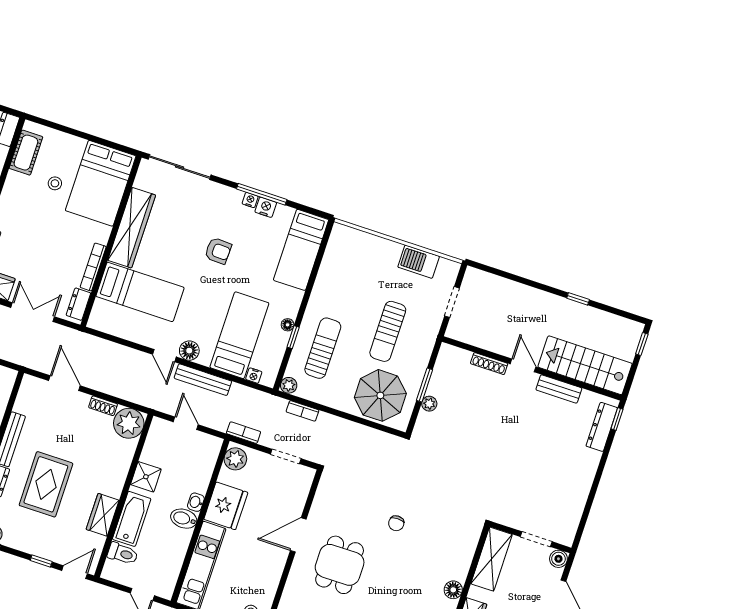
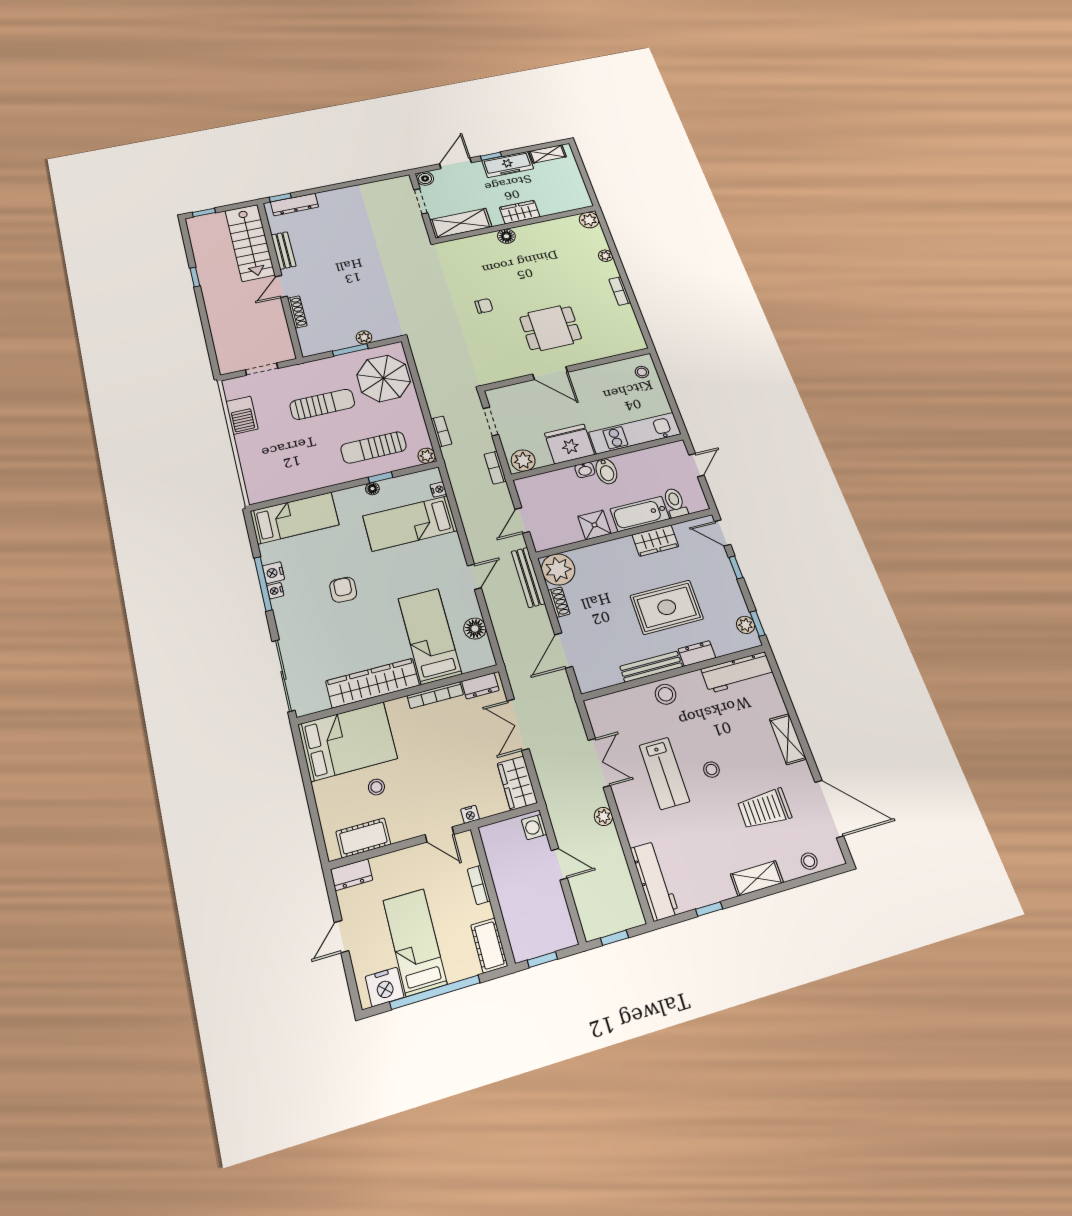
floor lamp: (189, 351) -> (475, 629), moved
bench: (203, 380) -> (528, 577), moved

